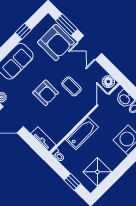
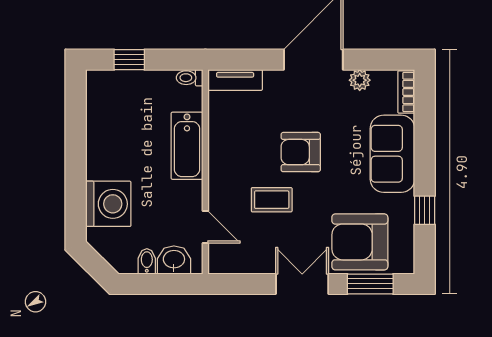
floor lamp: (108, 82) -> (224, 261), removed
shower: (97, 172) -> (107, 111), removed

